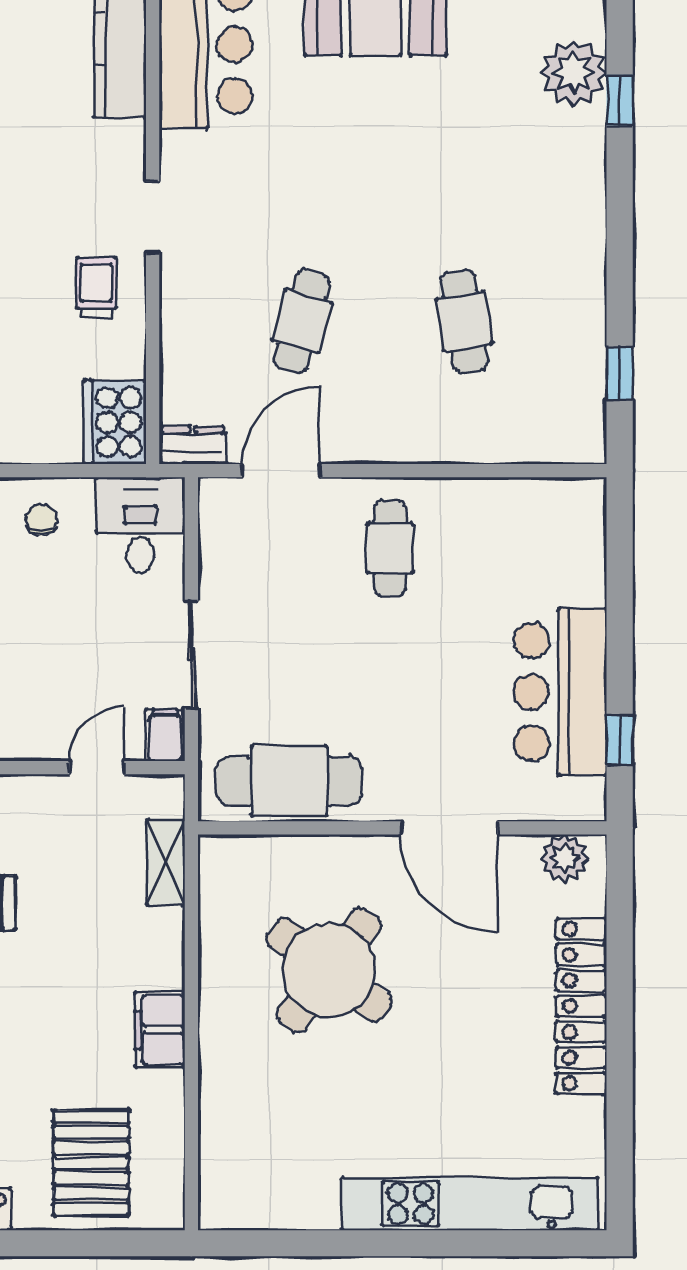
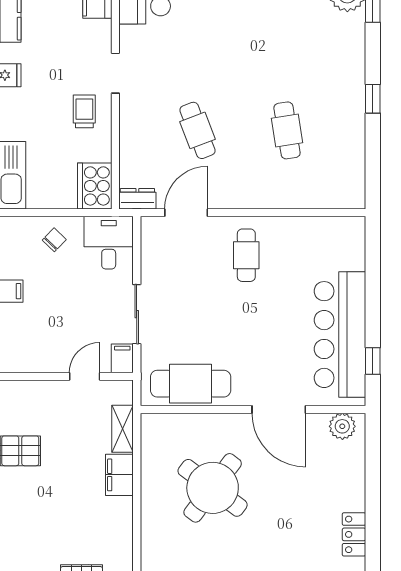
cafe table: (302, 321) -> (198, 130), turned -36
window: (620, 373) -> (373, 99), moved
chair: (42, 520) -> (54, 240), turned 44
bar counter: (560, 692) -> (340, 335), width x1.36
locker: (581, 1006) -> (354, 534), width x0.46, depth x0.83
filing cabinet: (160, 1030) -> (119, 475), moved

